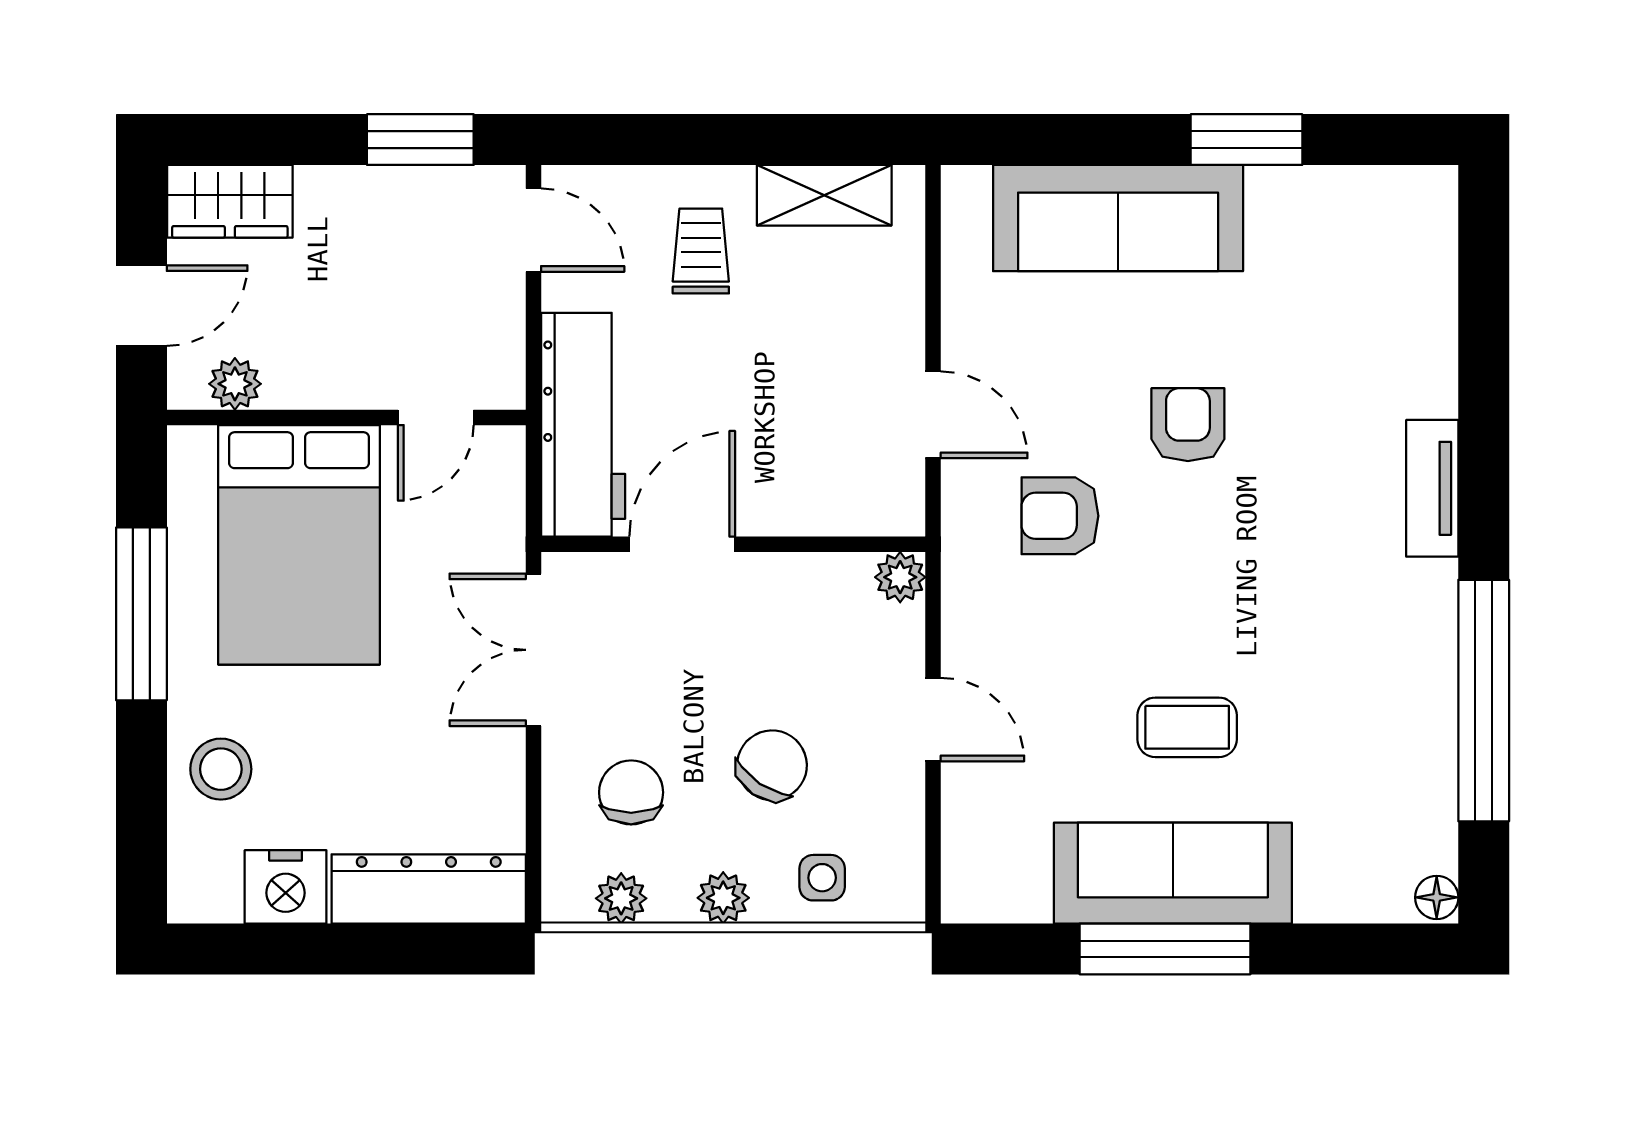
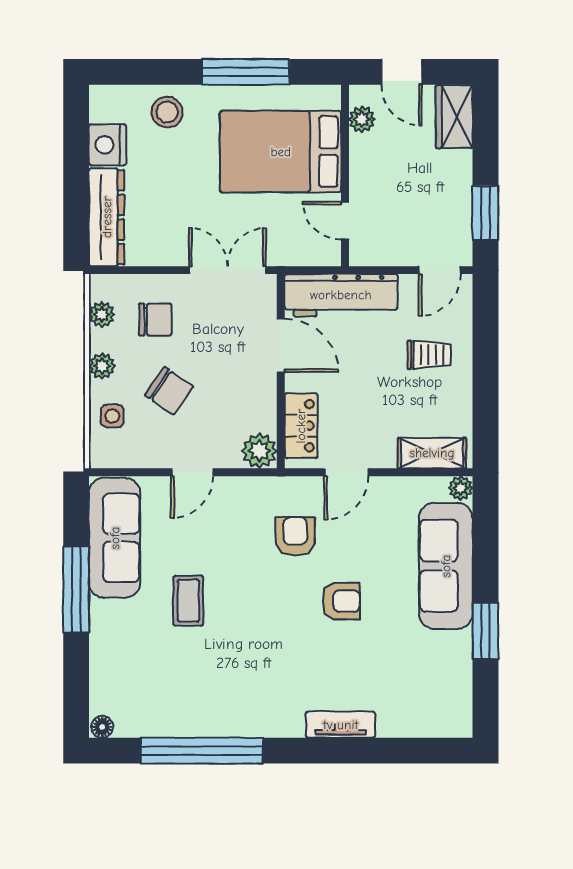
plant: (964, 189) -> (461, 488), added
shelving: (824, 195) -> (432, 453), moved, turned 90
tv unit: (1432, 488) -> (341, 725), moved
locker: (841, 504) -> (301, 426), added
plant: (900, 577) -> (259, 451), width x1.38, depth x1.38
sofa: (1173, 873) -> (115, 538), moved

